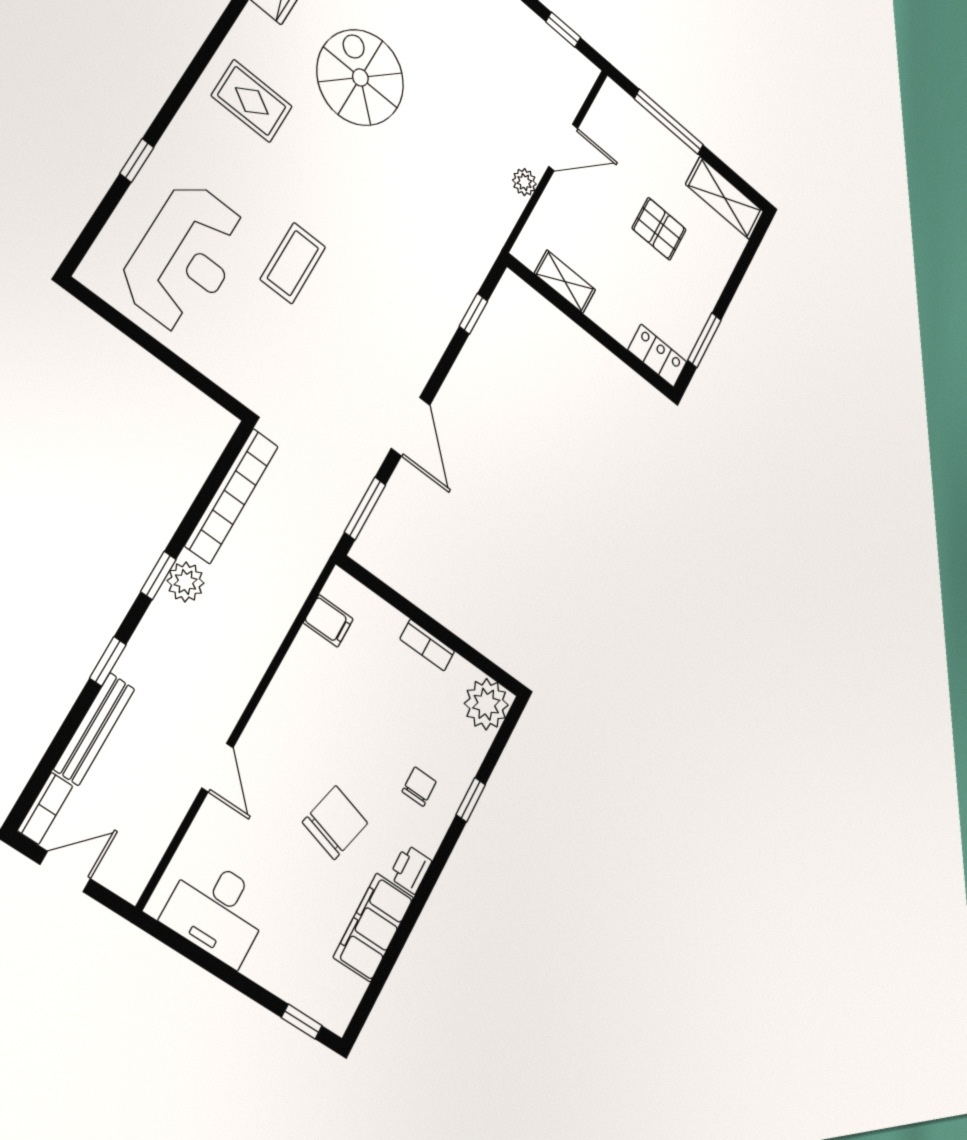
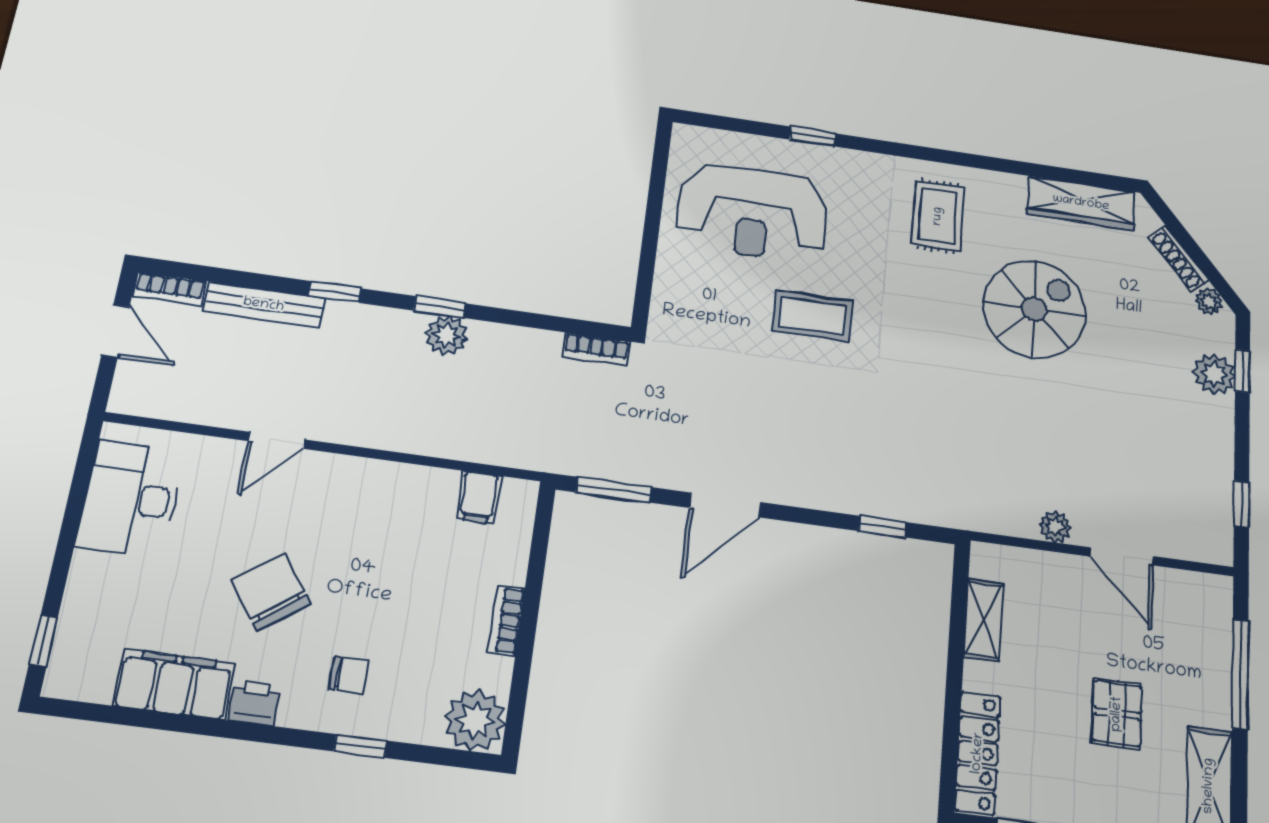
locker: (657, 356) -> (978, 753), width x1.53
bookcase: (232, 496) -> (596, 349), width x0.43, depth x0.76
chair: (335, 823) -> (271, 592), turned -141

